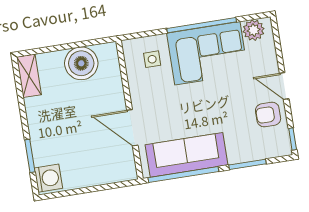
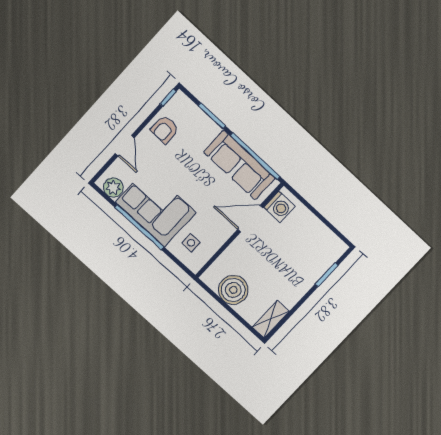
door: (284, 86) -> (125, 146), moved
armchair: (268, 114) -> (165, 129), turned 90
door: (132, 128) -> (250, 219), swing flipped
washing machine: (48, 178) -> (279, 207), moved, turned 180

